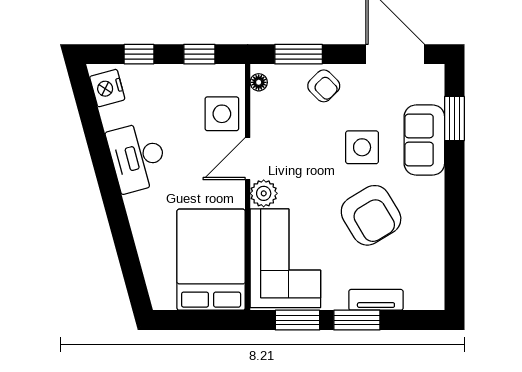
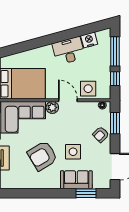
window: (139, 54) -> (115, 51), width x2.17
nightstand: (107, 88) -> (89, 40), moved

